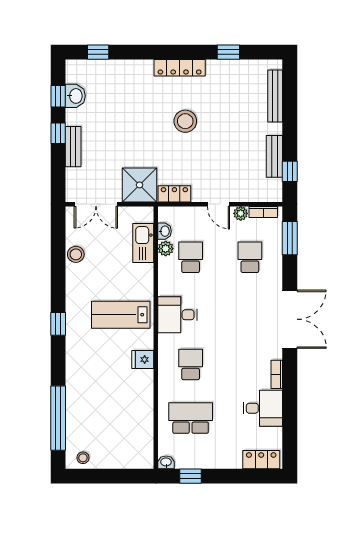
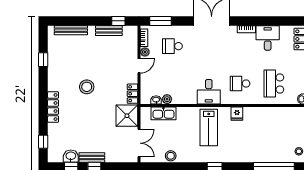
locker: (180, 68) -> (53, 107), moved
bench: (73, 147) -> (92, 158), moved
school desk: (191, 257) -> (172, 83), removed

